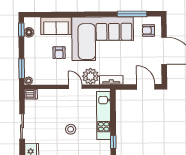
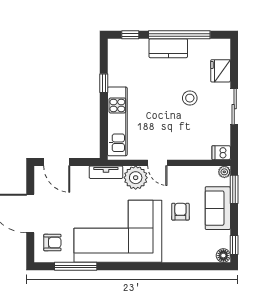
sofa: (56, 26) -> (218, 208), moved, turned -90
floor lamp: (29, 32) -> (223, 256), moved
stool: (71, 129) -> (190, 98), moved

